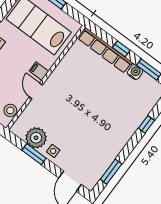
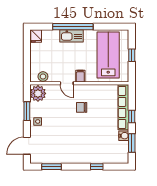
door: (36, 91) -> (67, 83), swing flipped
chair: (73, 94) -> (82, 107), added
plant: (36, 138) -> (38, 93), moved

